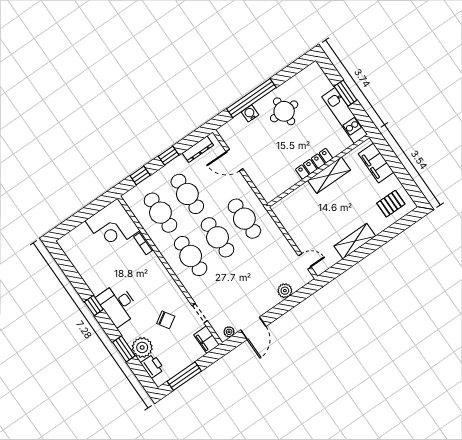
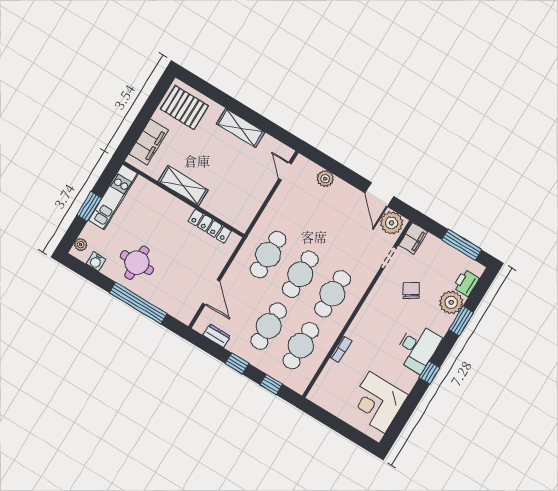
plant: (318, 73) -> (81, 245), added
water cooler: (250, 113) -> (96, 262), moved
dresser: (198, 149) -> (217, 336), width x0.70
locker: (314, 164) -> (210, 226), moved
pallet: (391, 204) -> (184, 108), width x1.50, depth x1.42
corner desk: (113, 226) -> (377, 402), moved, turned 180
door: (253, 328) -> (379, 195), swing flipped
plant: (229, 332) -> (392, 223), width x1.88, depth x1.88

